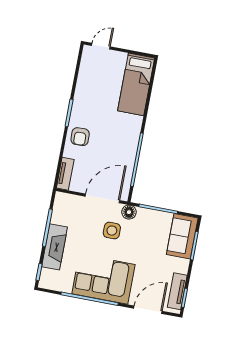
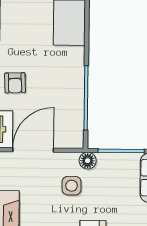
door: (102, 198) -> (33, 150), moved

